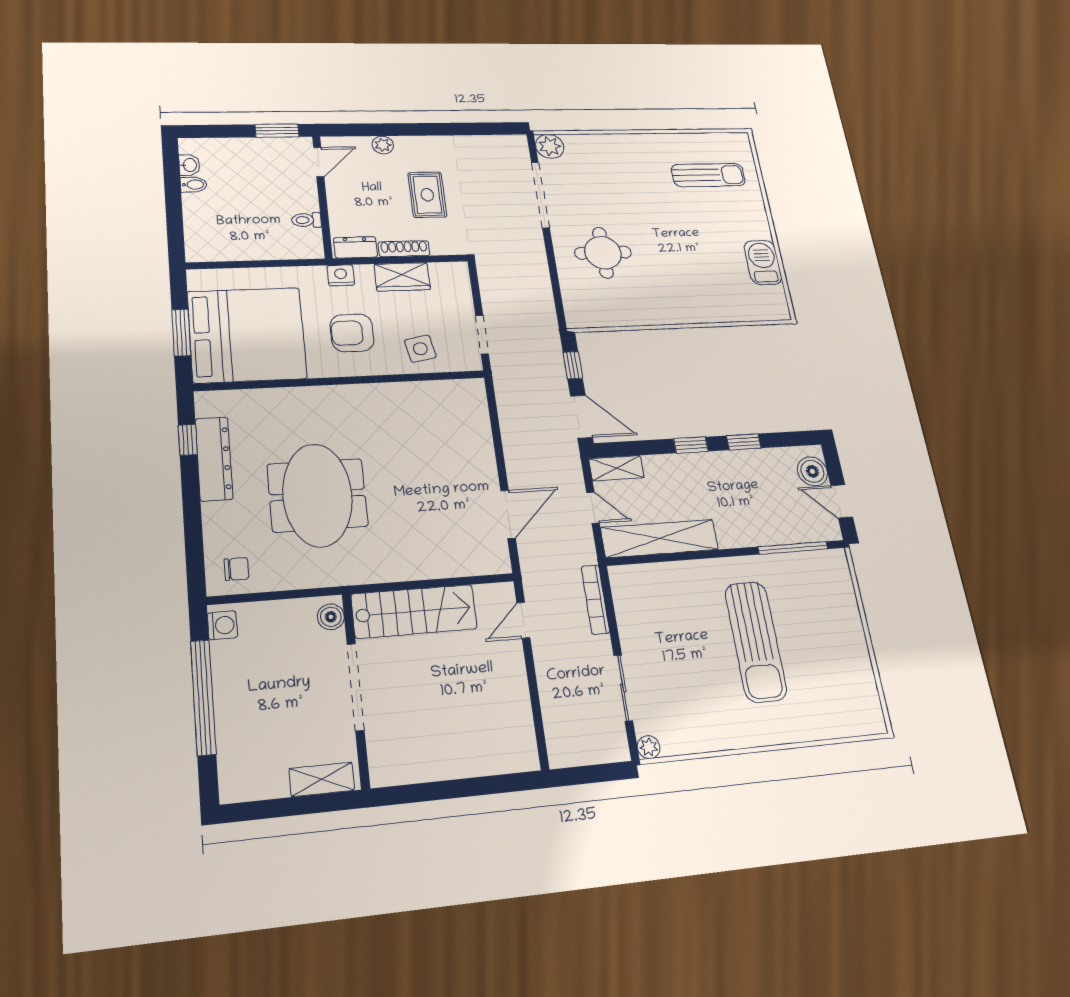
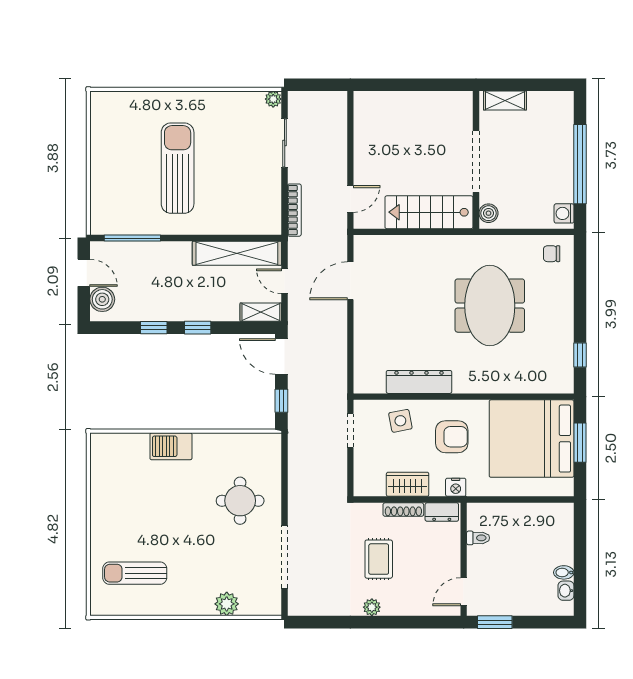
plant: (383, 145) -> (372, 607), moved
plant: (550, 146) -> (227, 604), moved
barbecue: (763, 262) -> (171, 446), moved, turned 90
dresser: (214, 459) -> (419, 382), moved, turned 90

